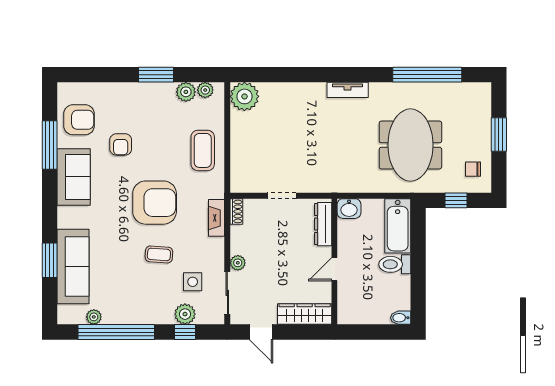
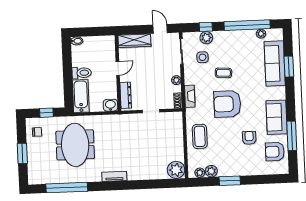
plant: (238, 263) -> (176, 80), moved

